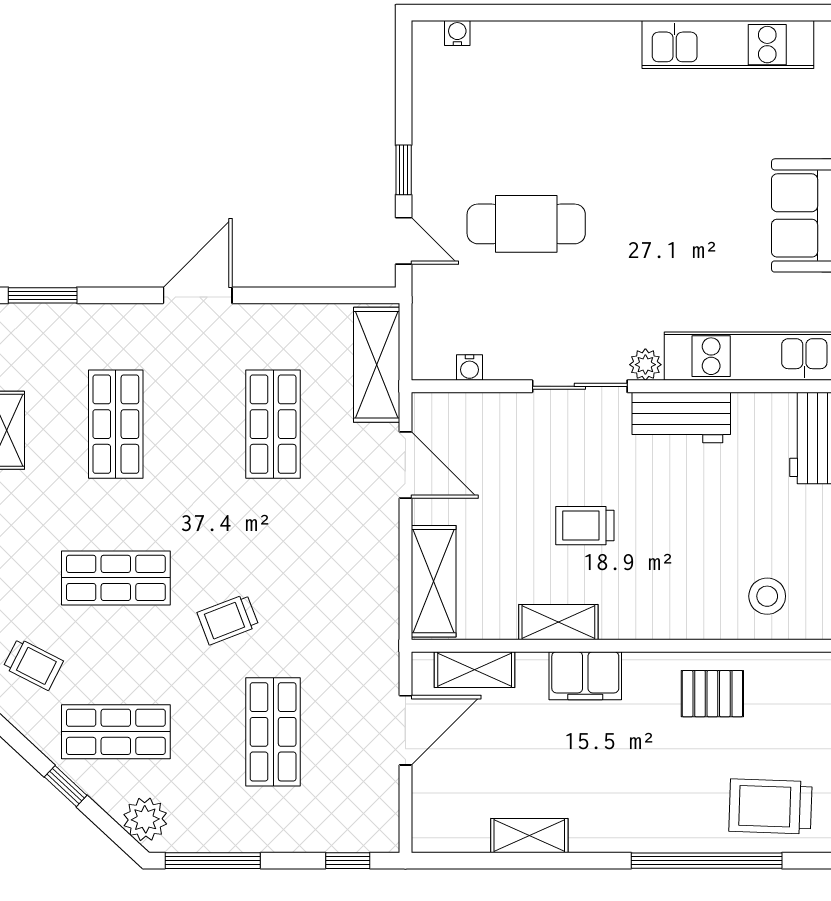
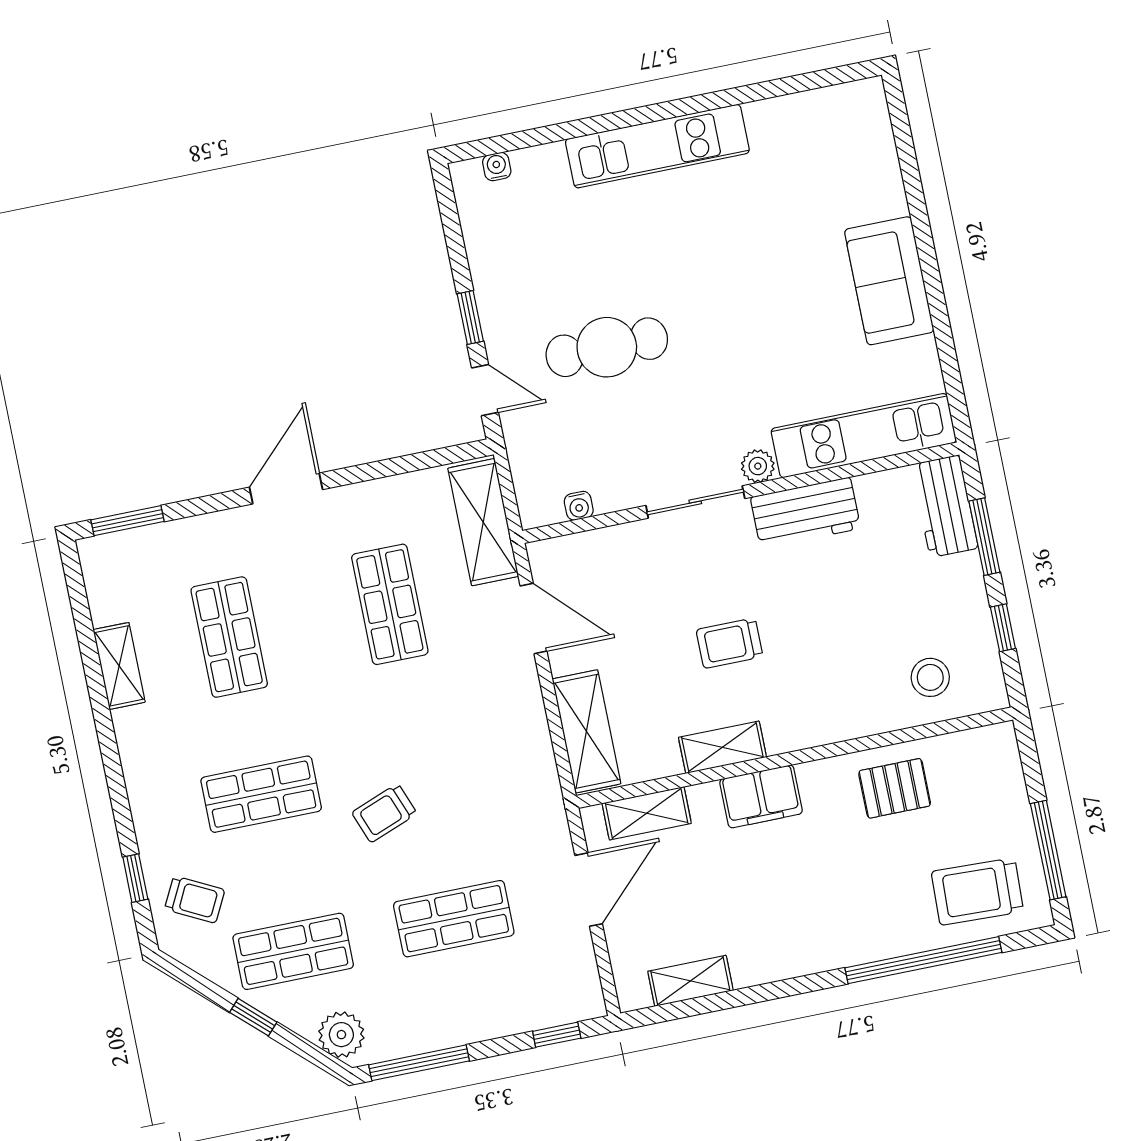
kitchen unit: (728, 45) -> (657, 146), moved
shop shelf: (273, 732) -> (454, 919), turned 90
shelving: (529, 836) -> (690, 981), moved

